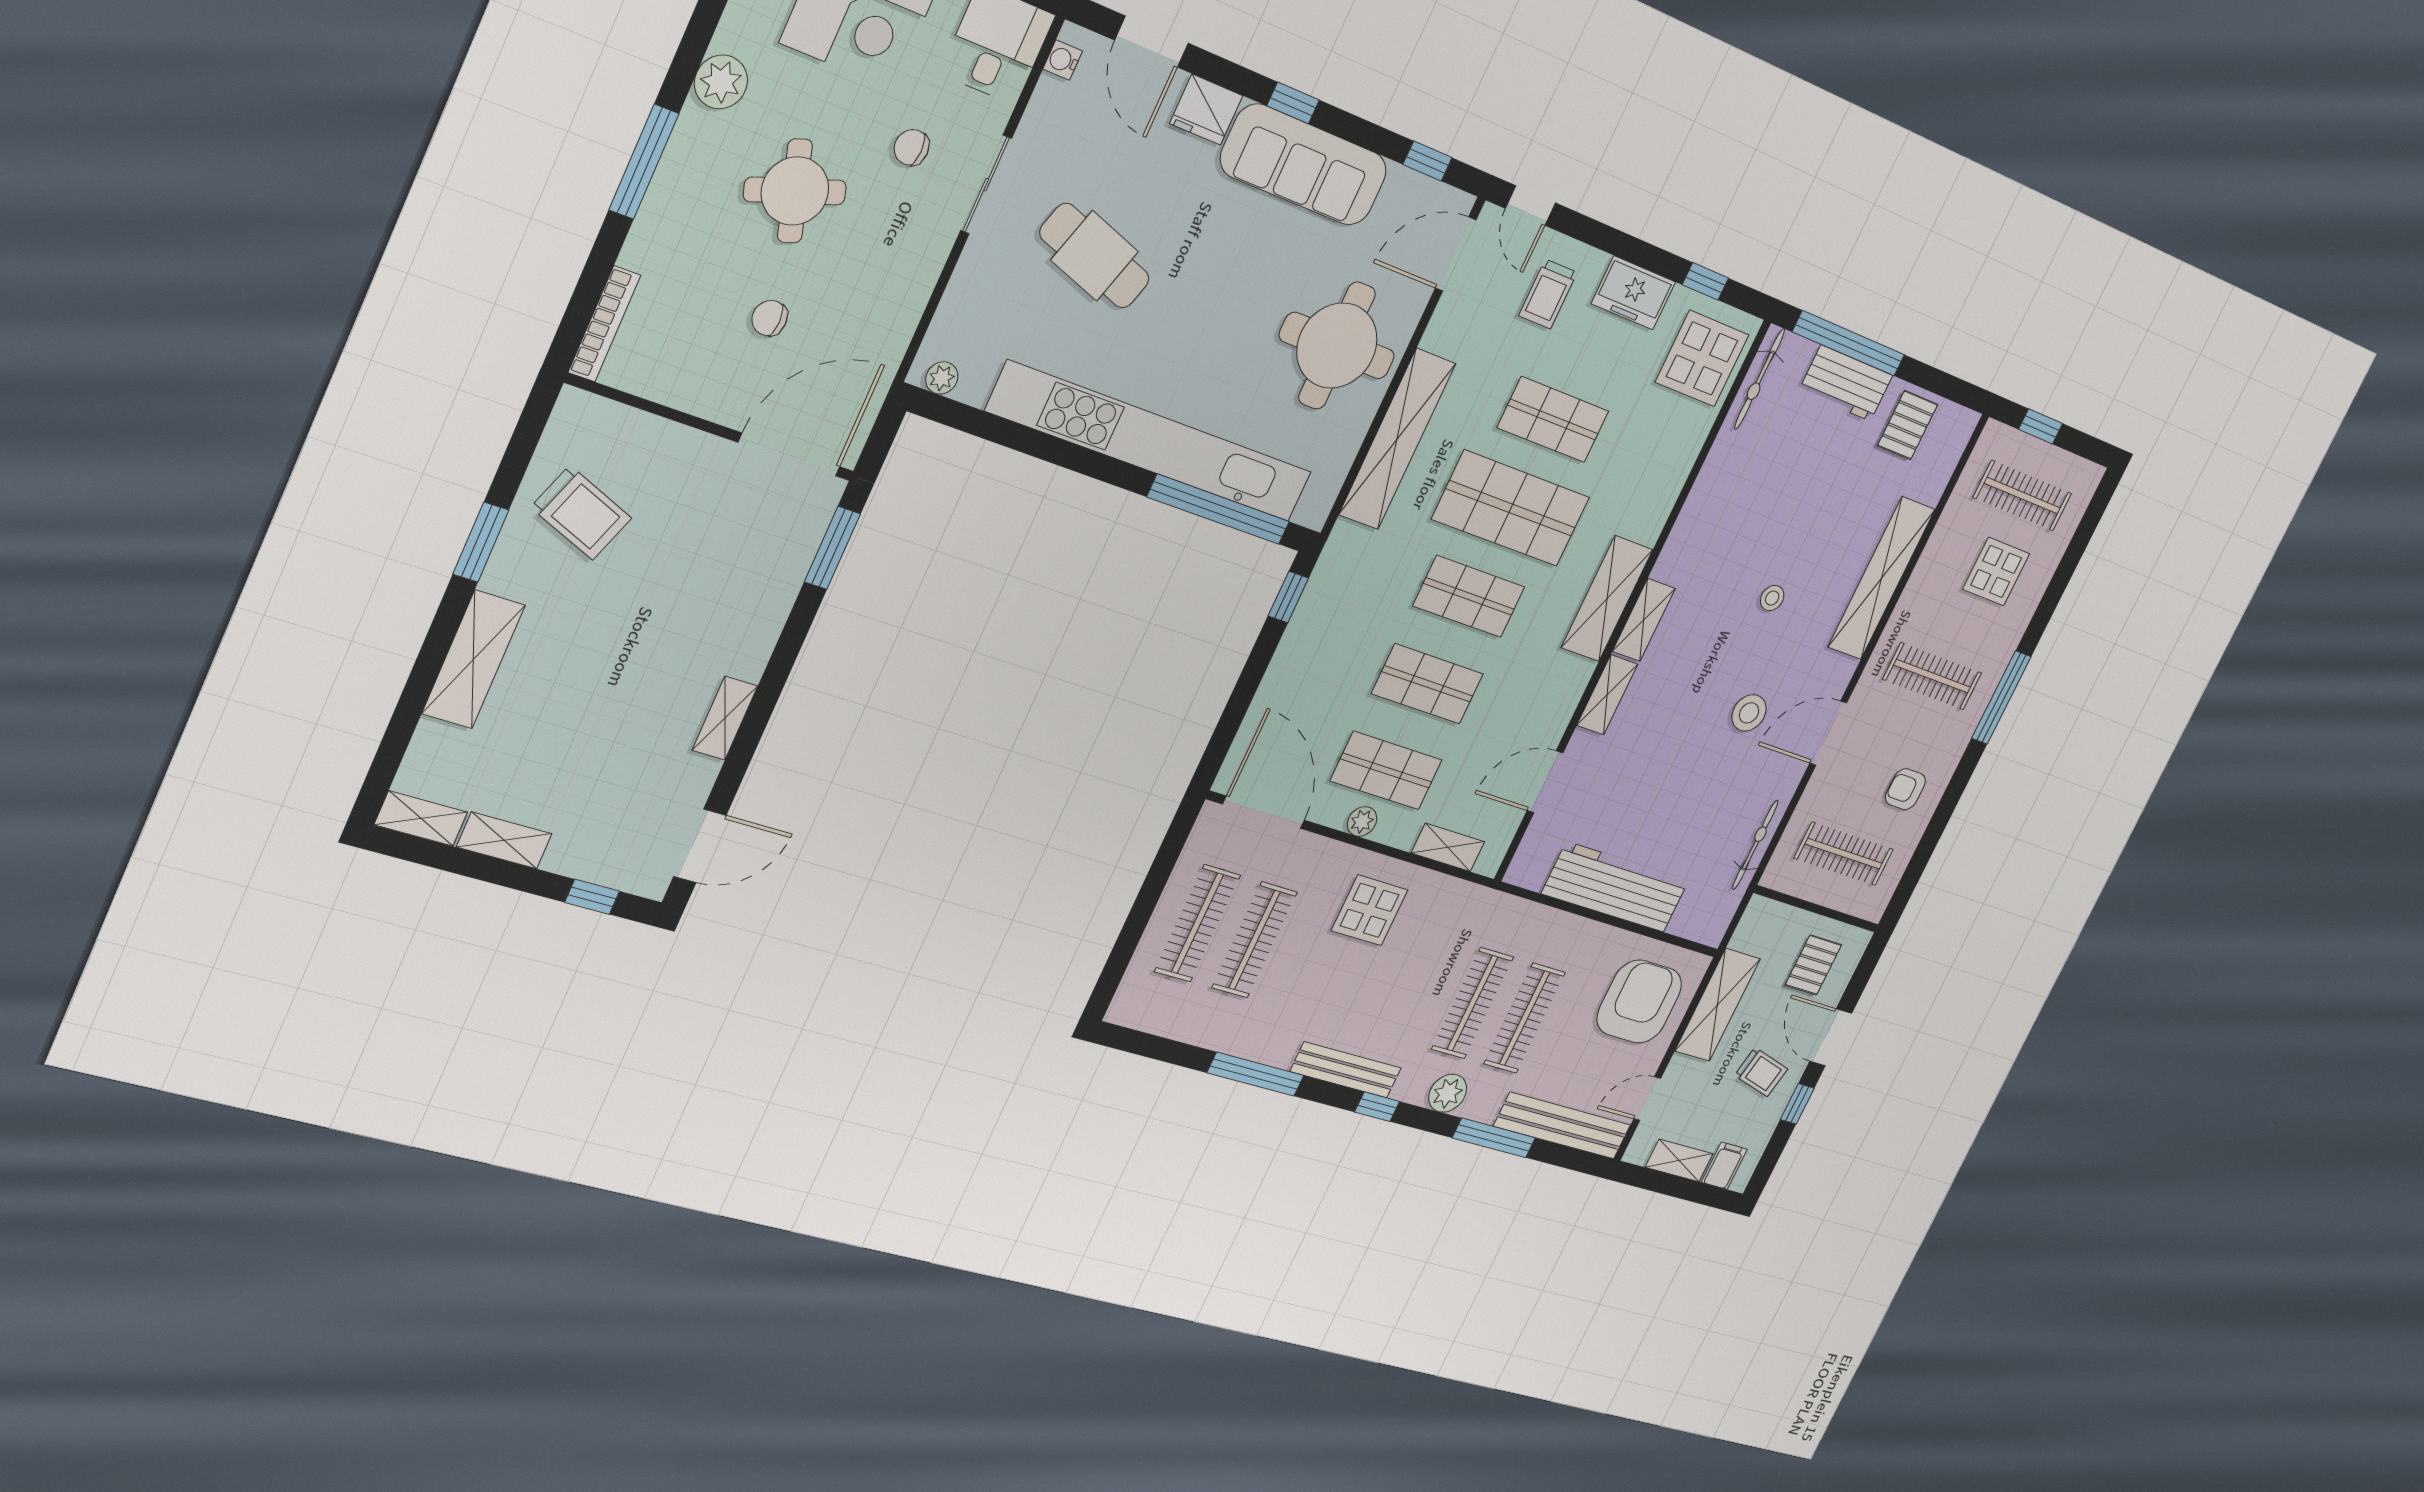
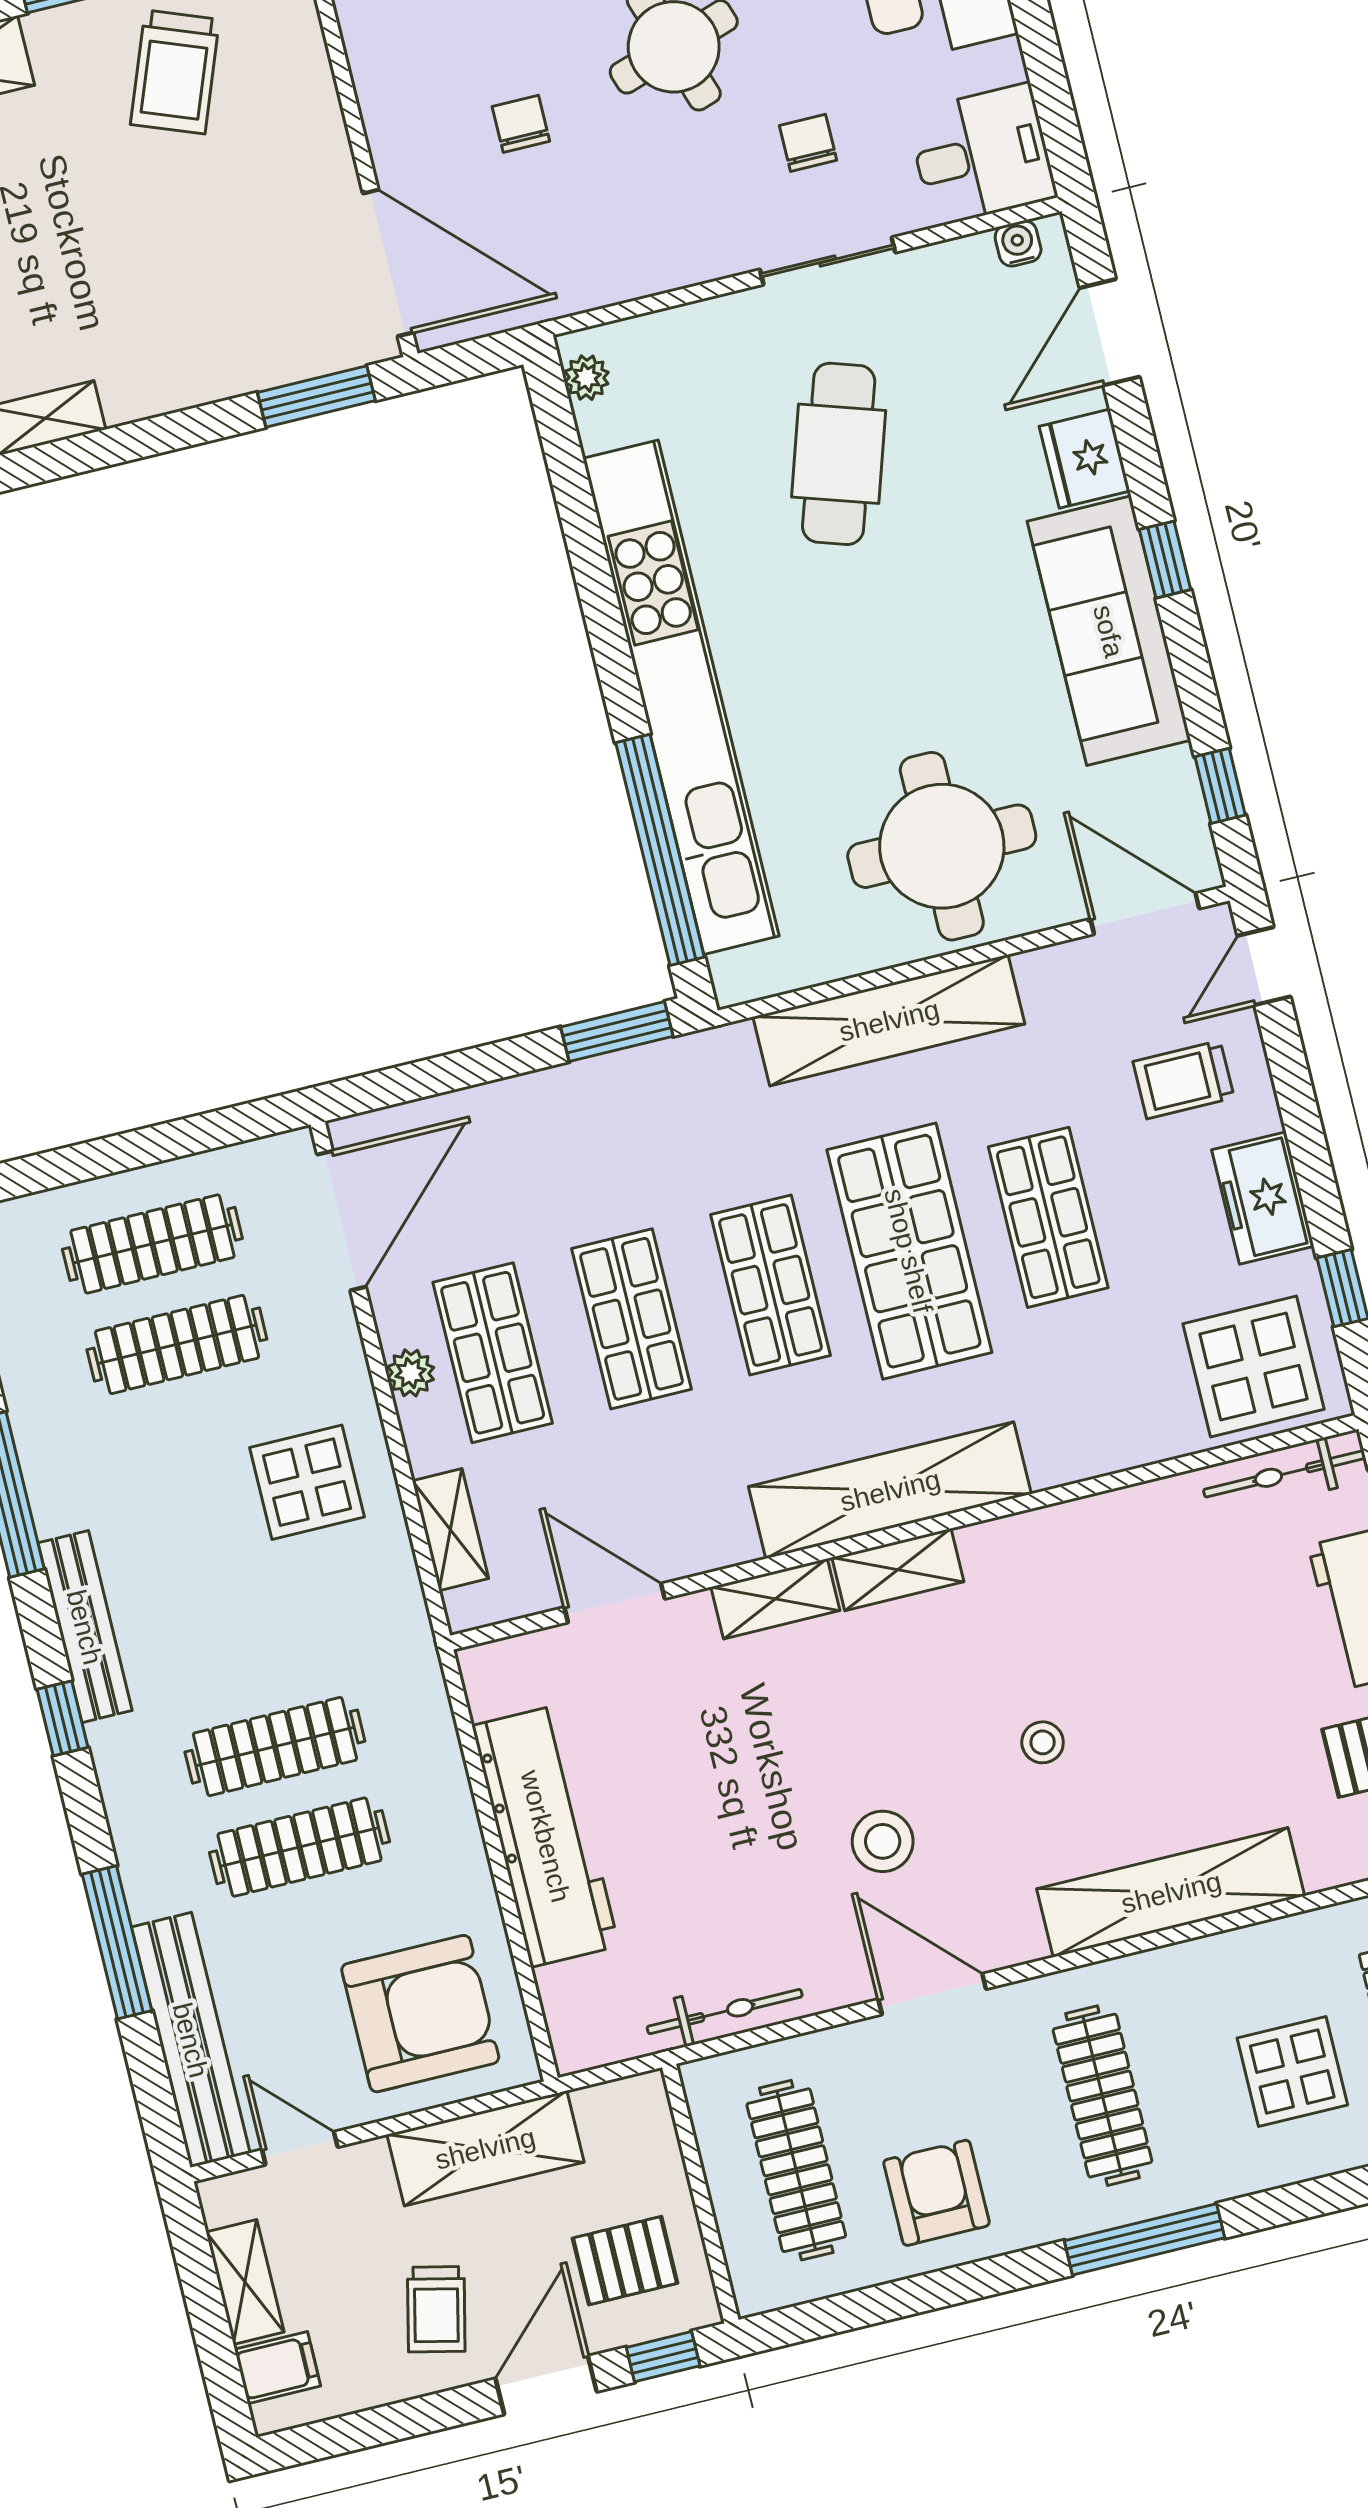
window: (1288, 597) -> (617, 1032), width x1.50
shelving: (1607, 599) -> (890, 1490), width x1.47
armchair: (1905, 789) -> (937, 2193), width x1.38, depth x1.38
plant: (1448, 1093) -> (138, 1814), removed
window: (1797, 1104) -> (663, 2357), moved

